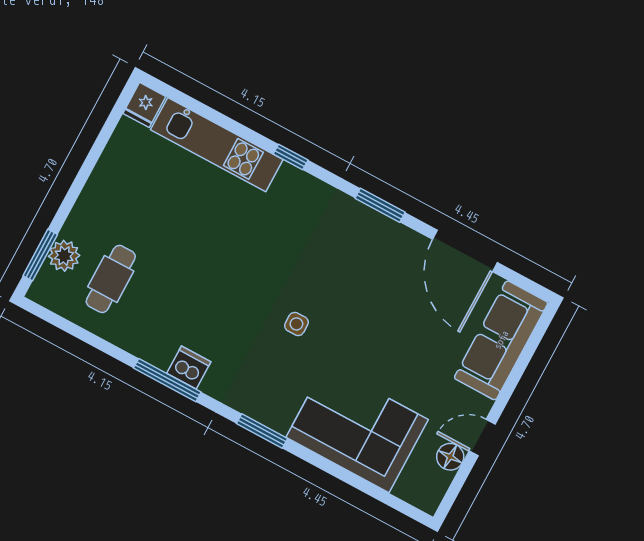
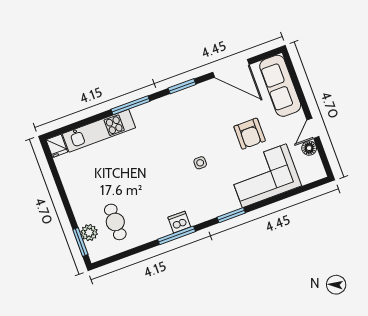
window: (291, 157) -> (130, 105), width x2.17
armchair: (397, 357) -> (250, 134), added

